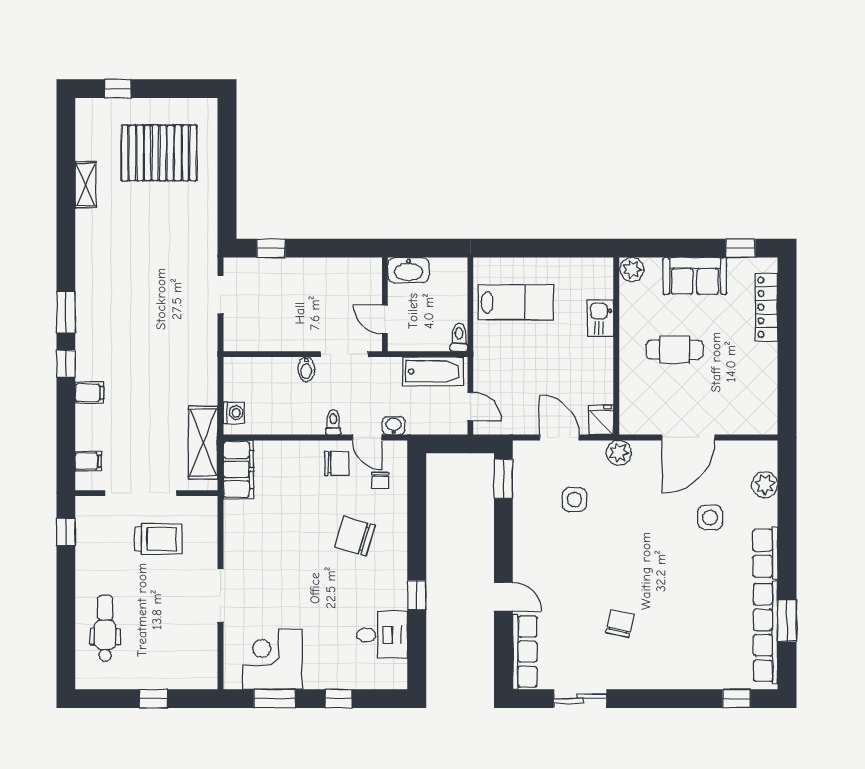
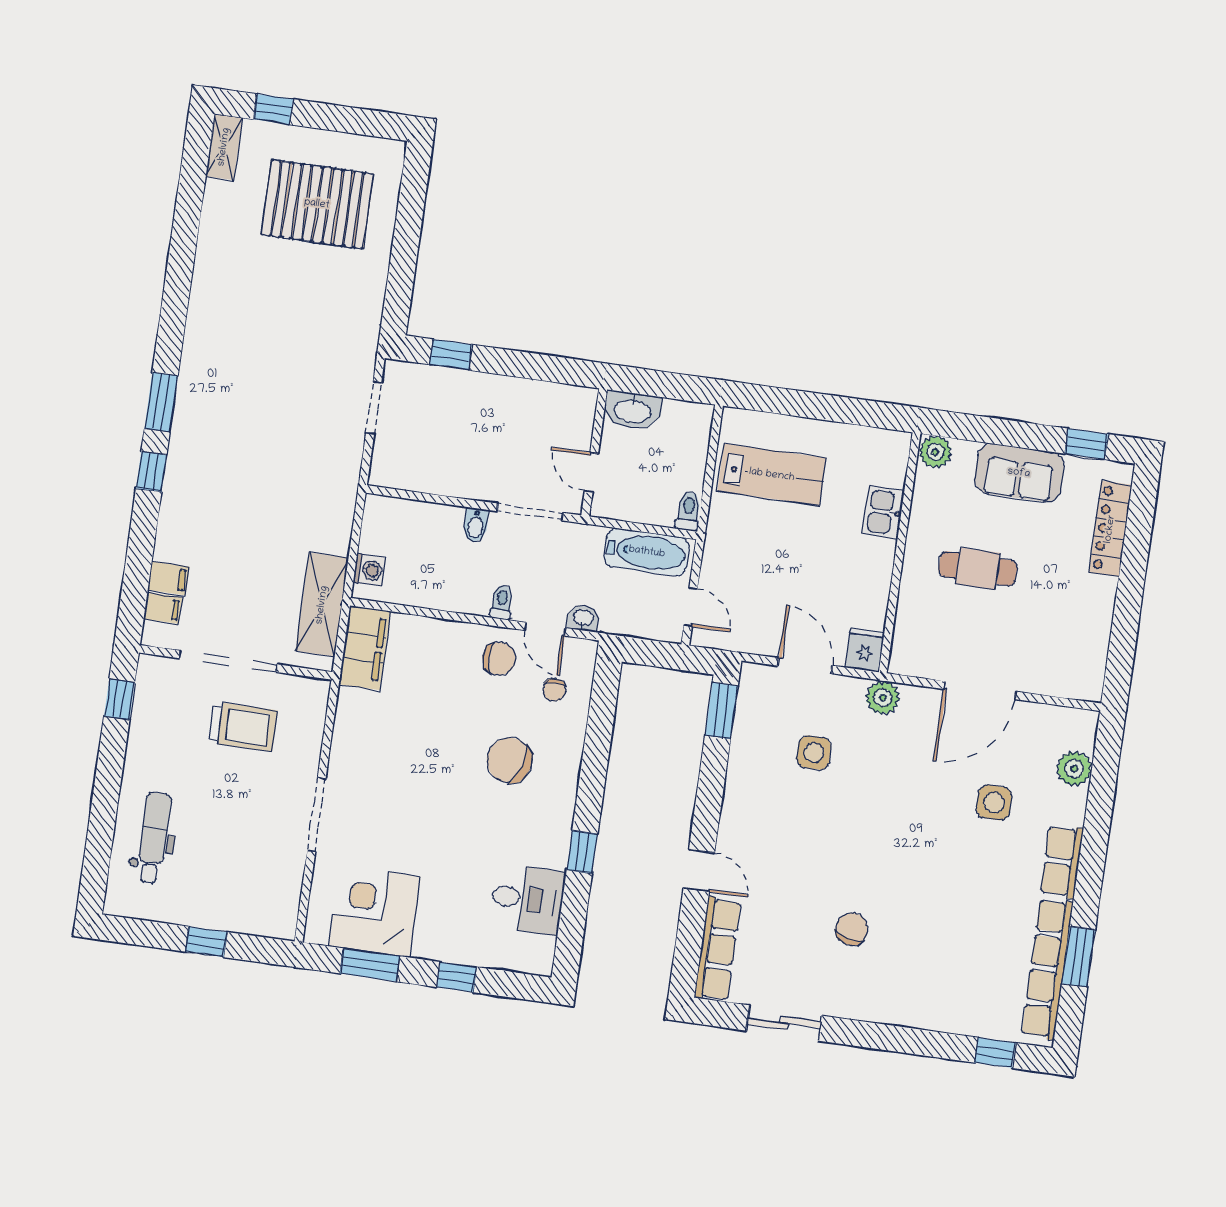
shelving: (86, 185) -> (224, 147), moved
filing cabinet: (89, 393) -> (169, 578), moved

